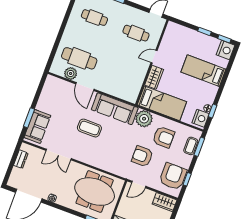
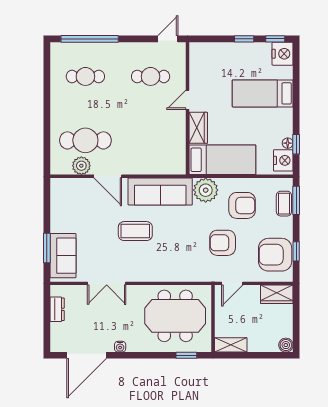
armchair: (173, 176) -> (275, 255), turned -90

